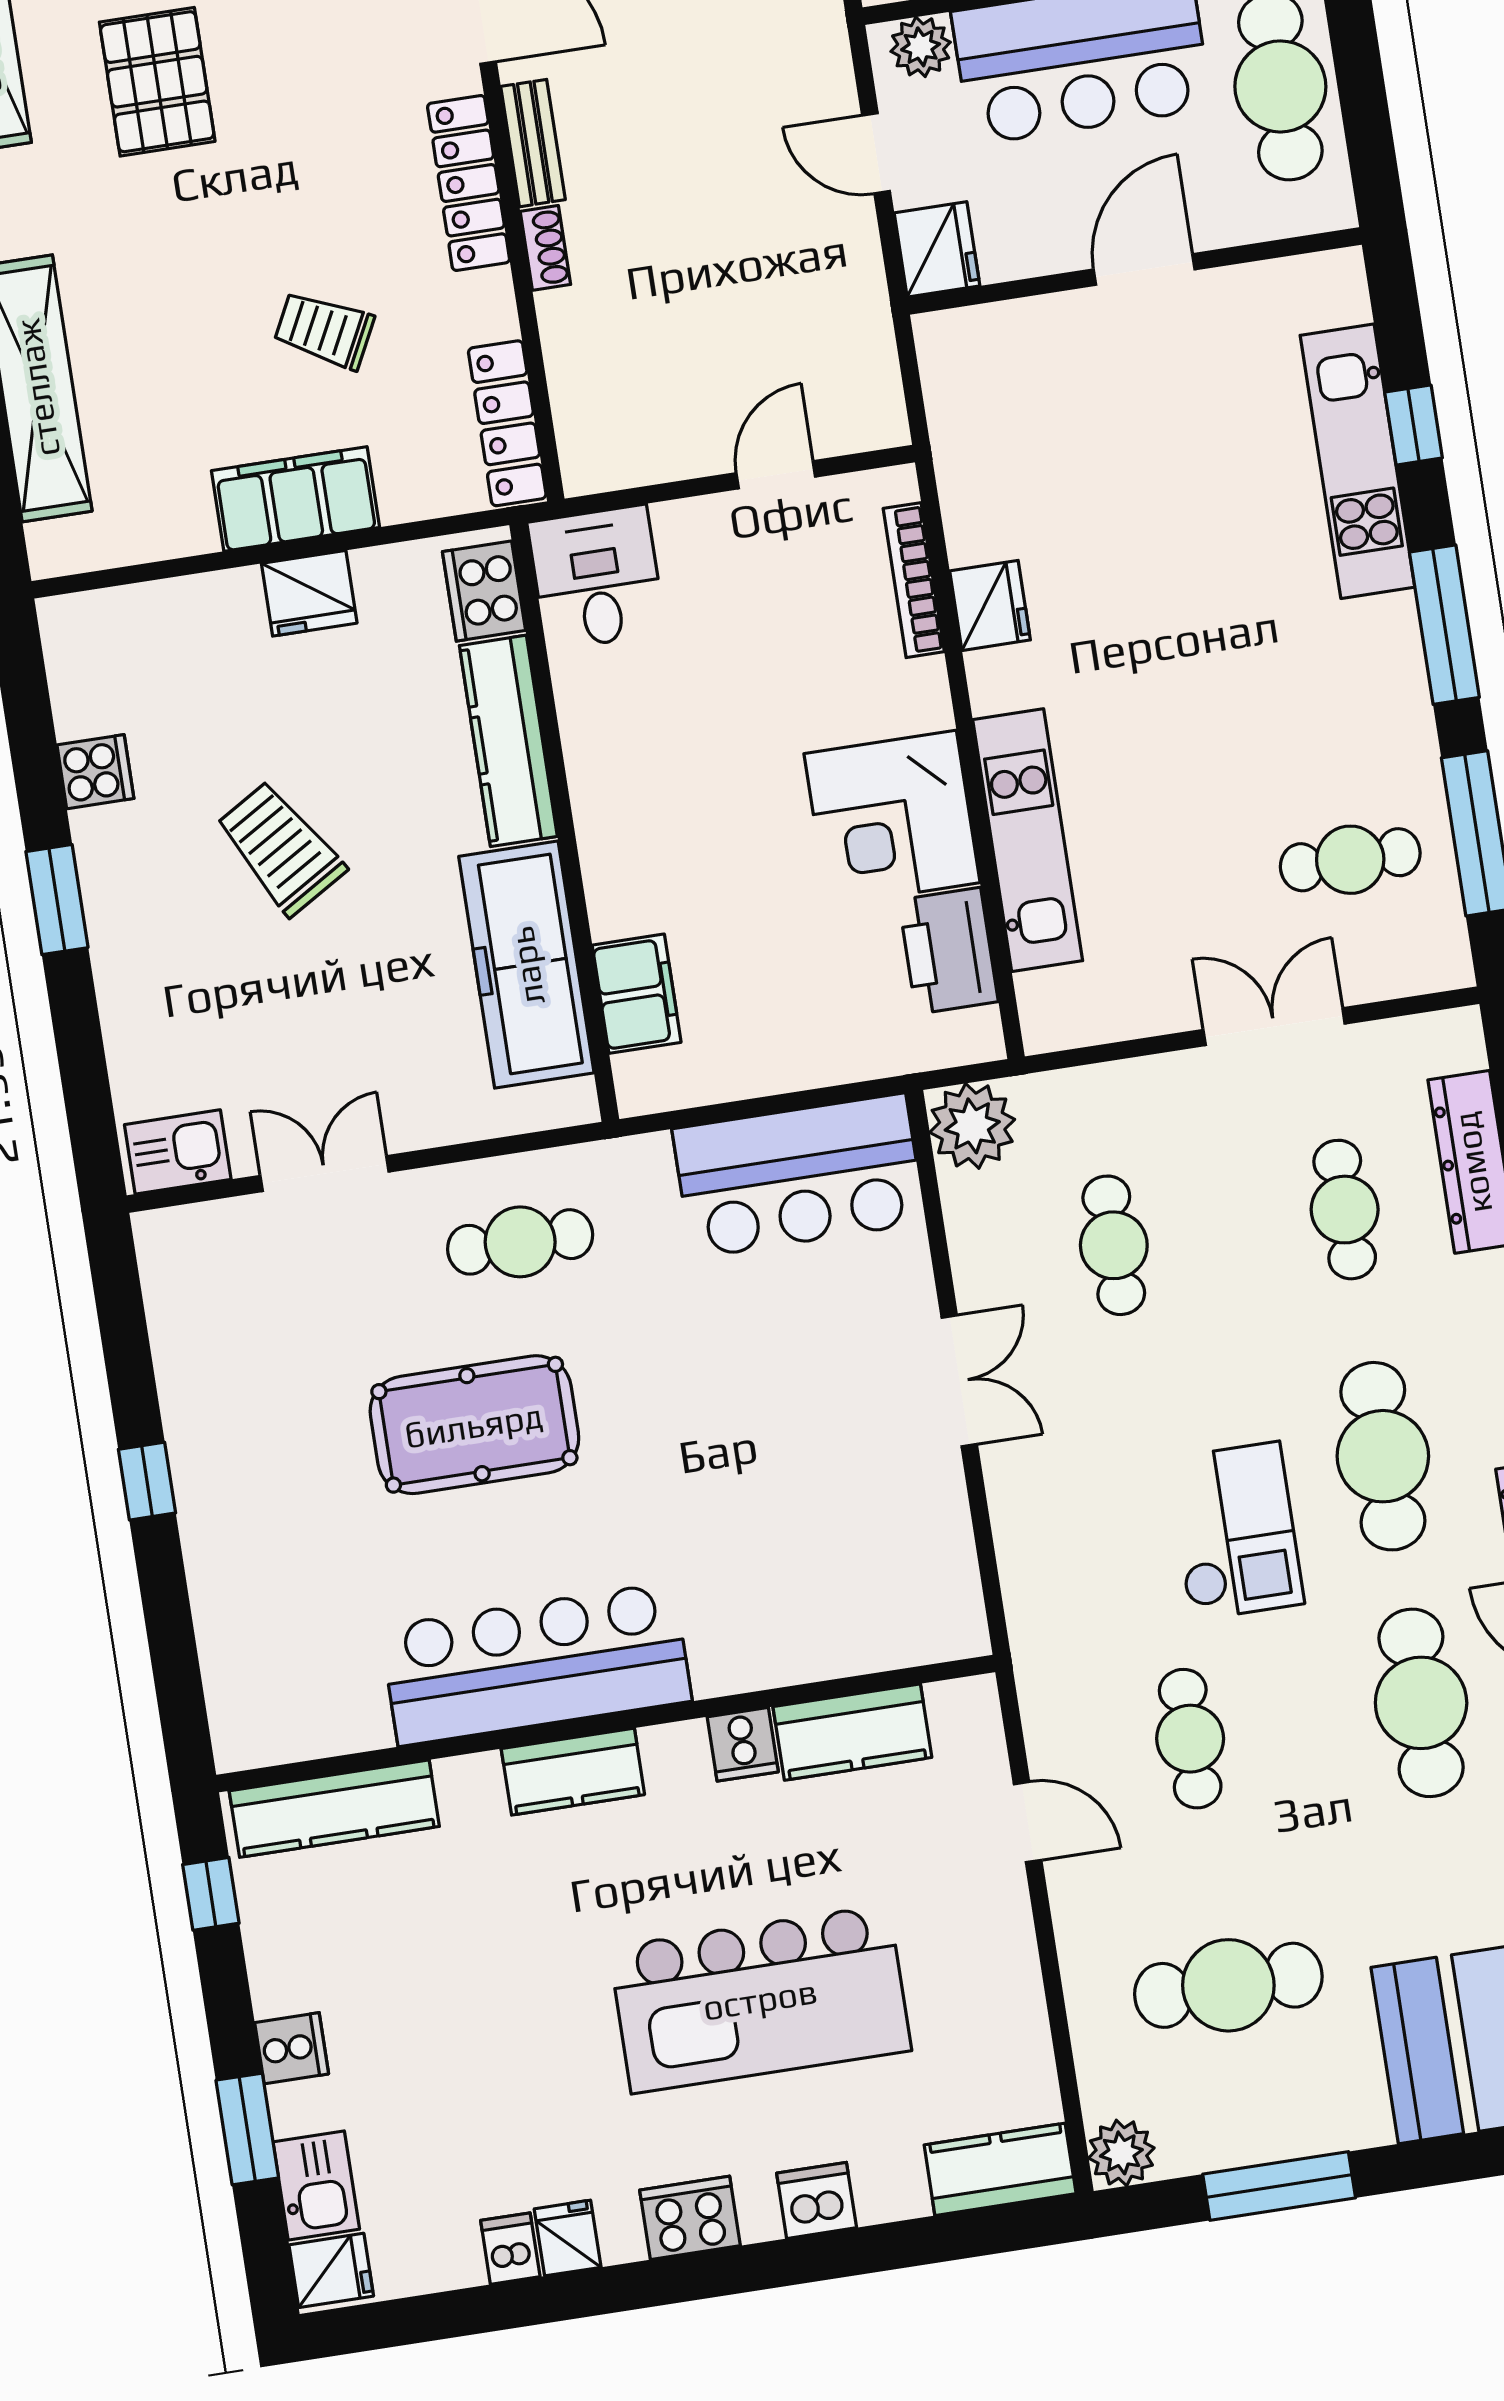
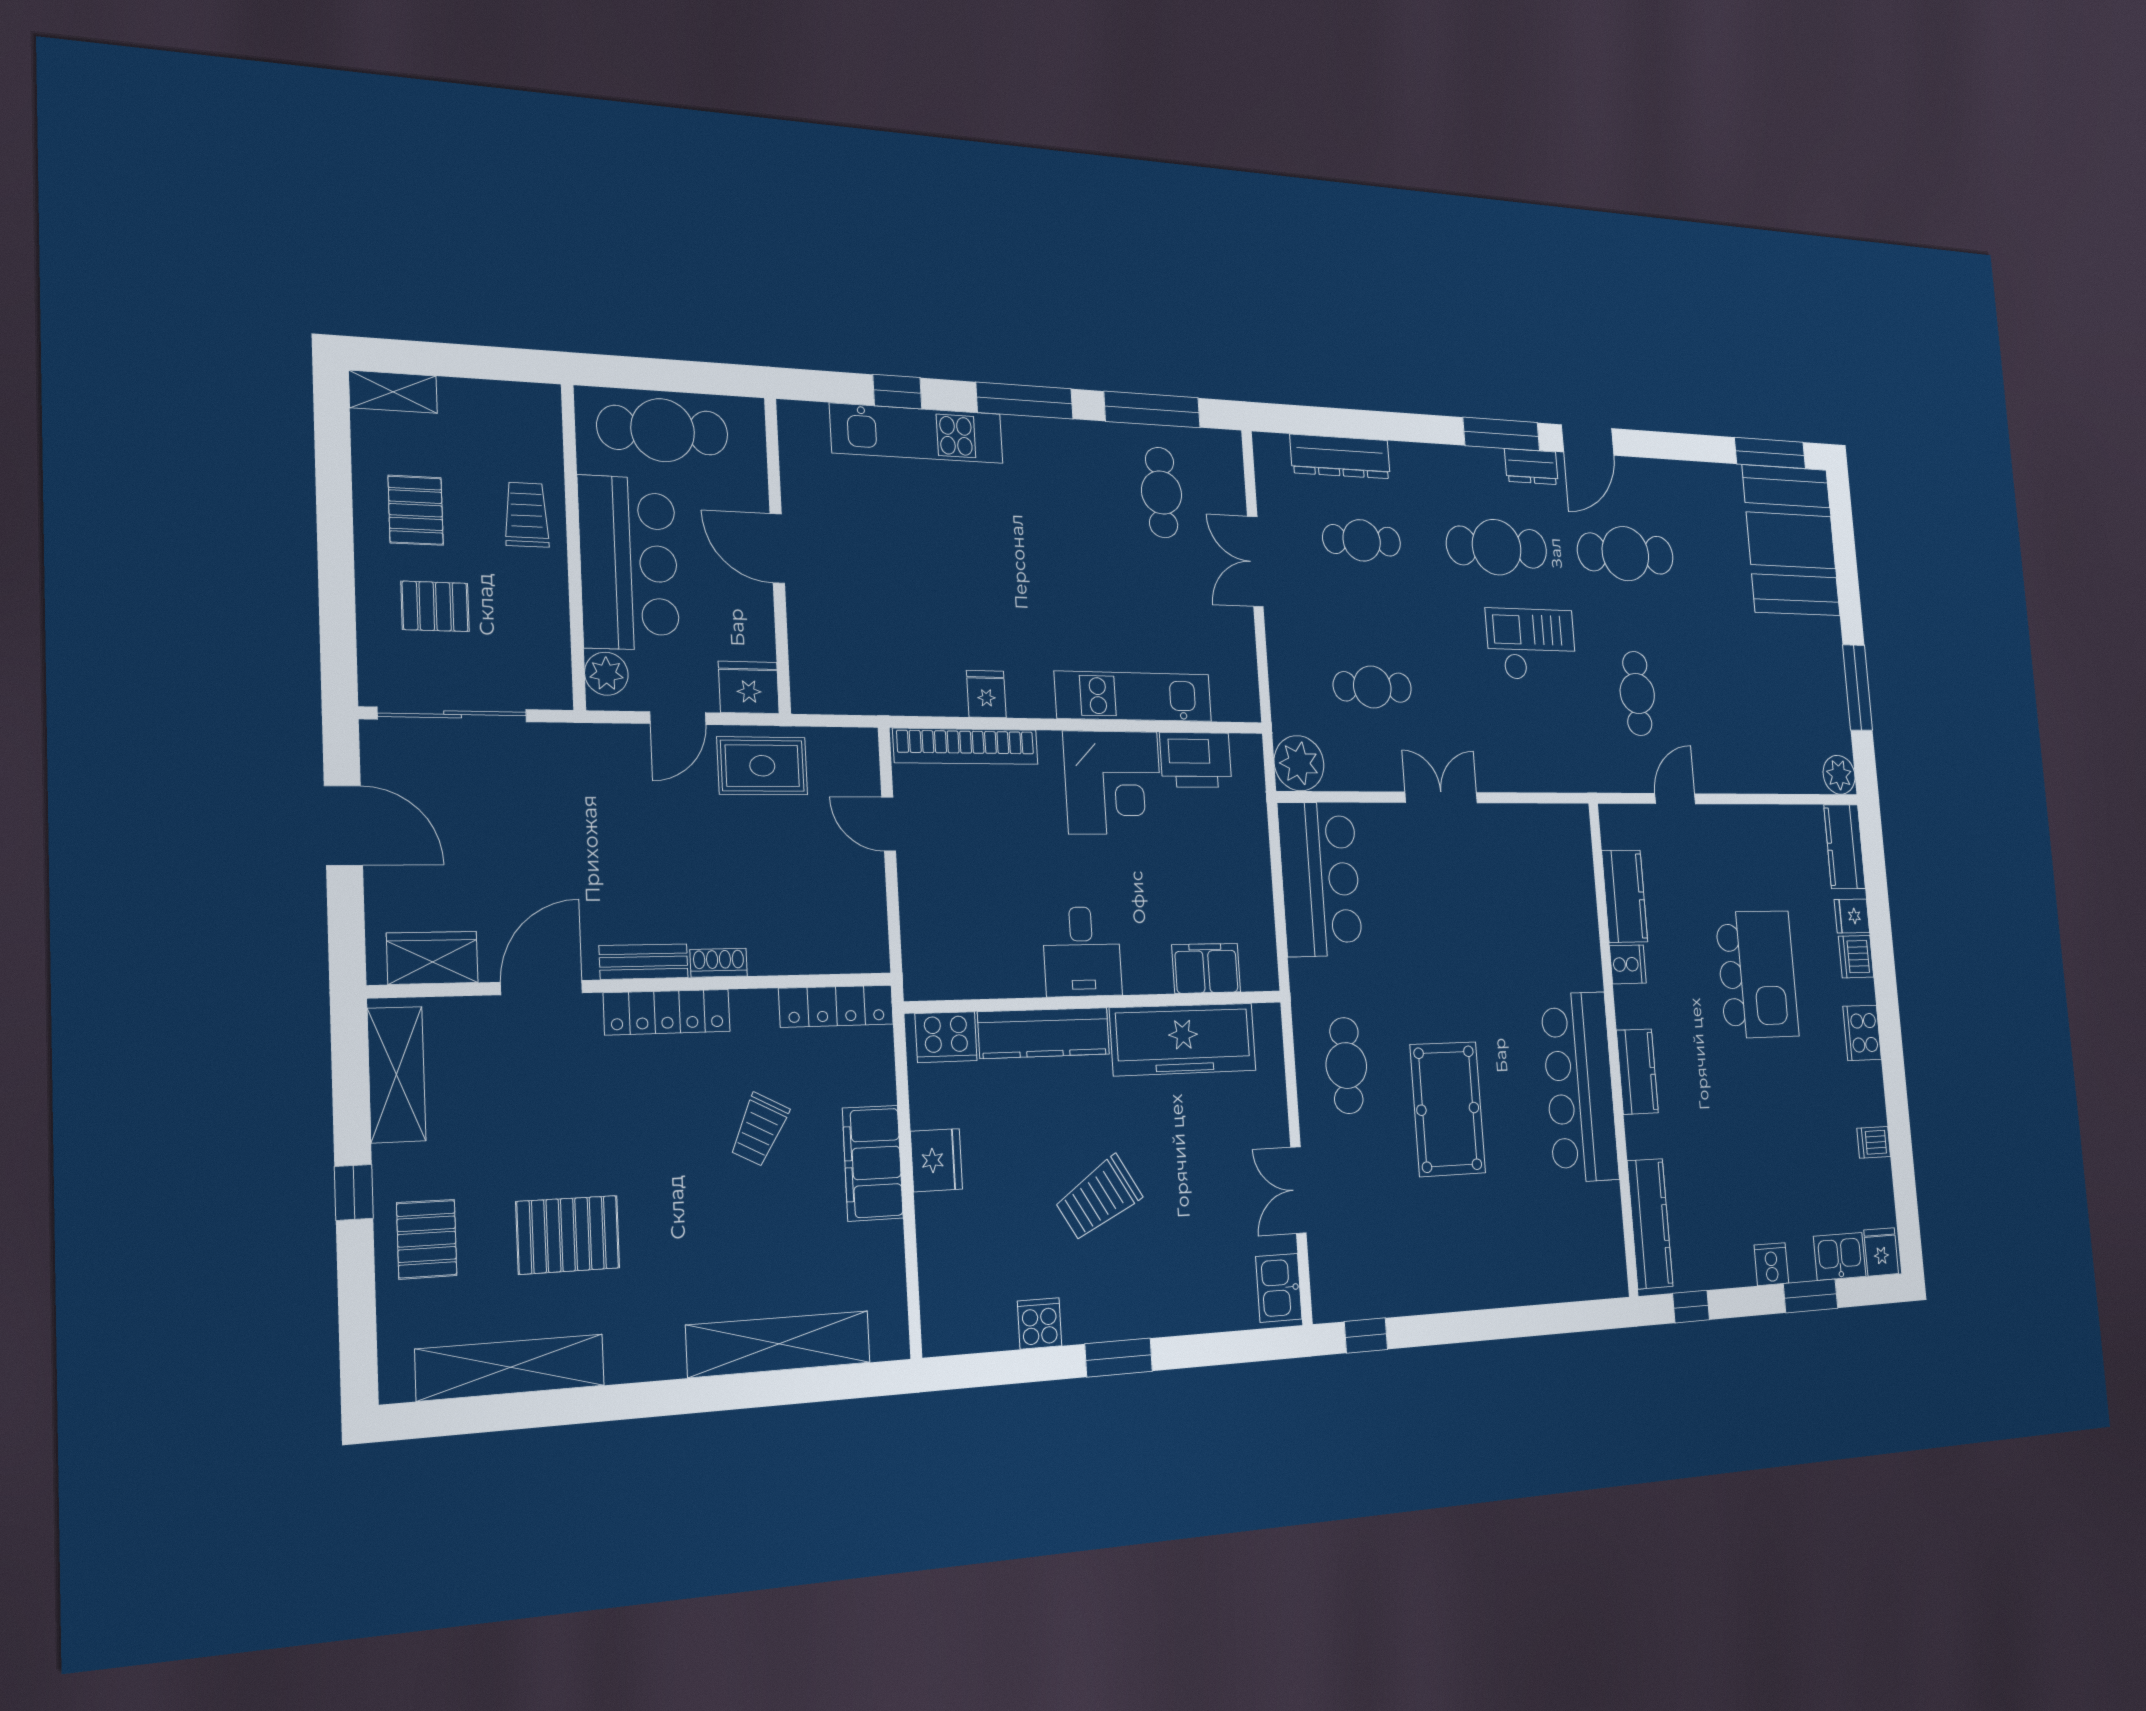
rug: (829, 281) -> (762, 766), added
desk: (597, 578) -> (1082, 952), moved, turned -90
bookcase: (914, 580) -> (966, 746), width x1.48, depth x1.31
fridge: (990, 605) -> (986, 694), width x0.72
window: (147, 1481) -> (1366, 1336), moved
cafe table: (1190, 1739) -> (1637, 693), turned 90
cafe table: (1228, 1985) -> (1761, 696), removed
kitchen island: (760, 1999) -> (1757, 974), width x0.73
fridge: (568, 2238) -> (1852, 916), moved

